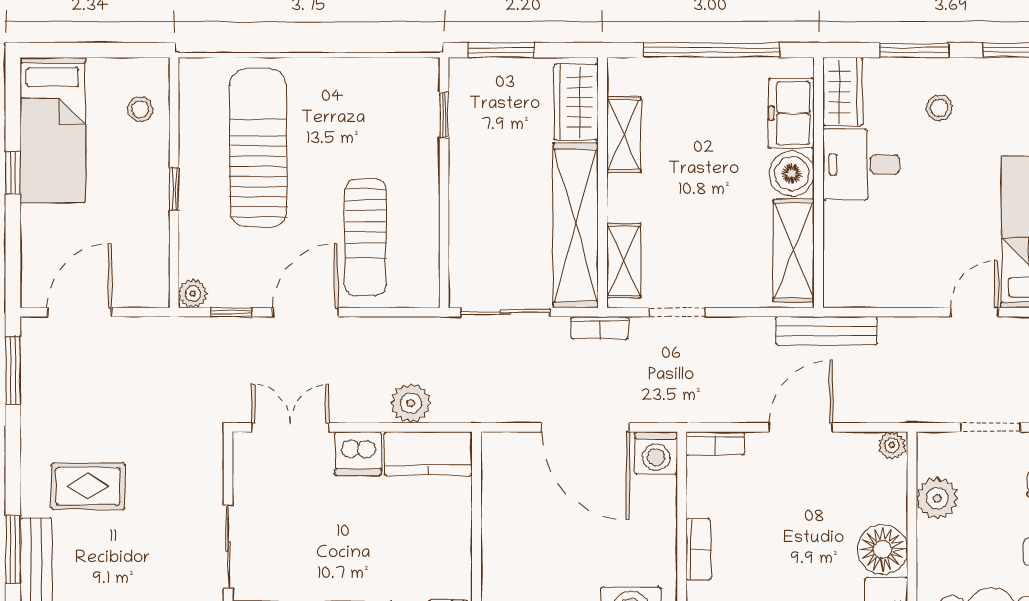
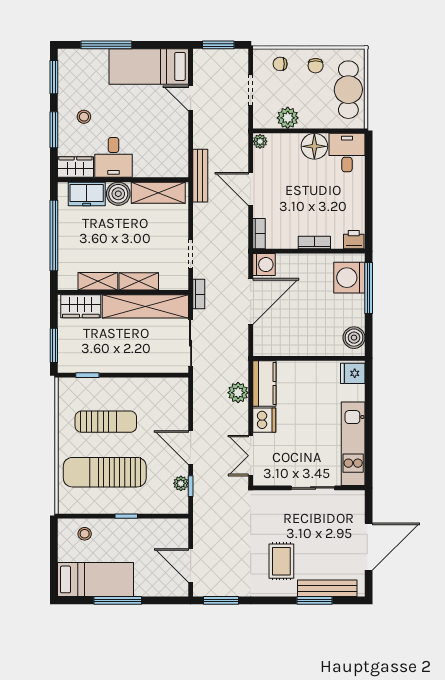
window: (13, 173) -> (118, 600), width x2.17
sun lounger: (365, 237) -> (106, 422), moved
shelving: (624, 261) -> (139, 281), moved
plant: (193, 294) -> (181, 483), moved

